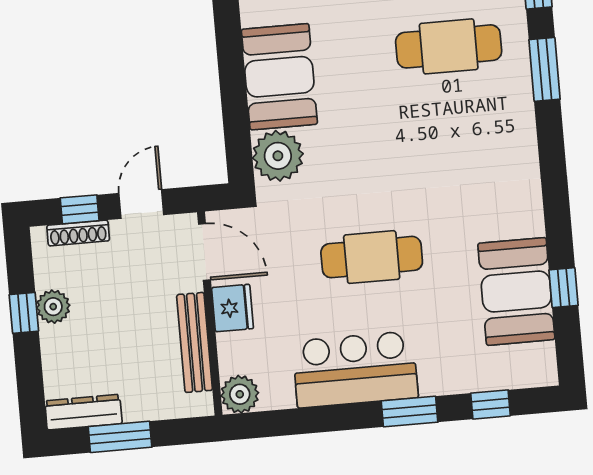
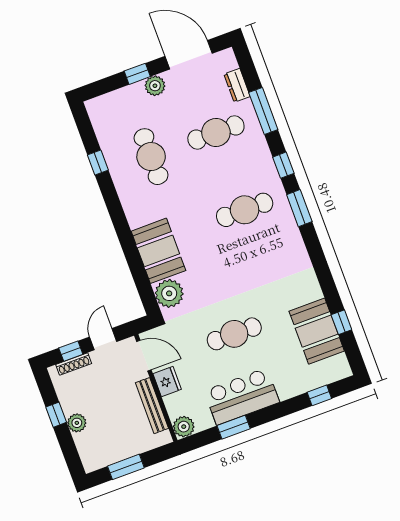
plant: (53, 307) -> (77, 423), moved
dresser: (83, 412) -> (103, 459), removed
window: (410, 412) -> (234, 427), moved

